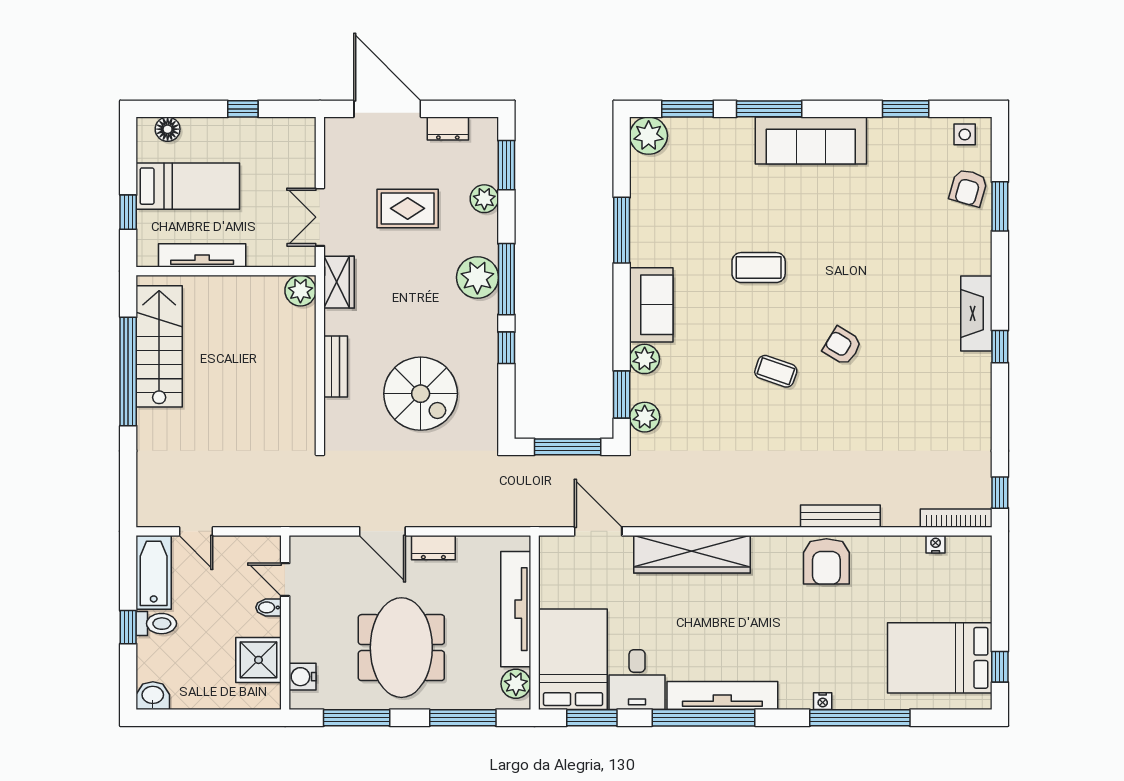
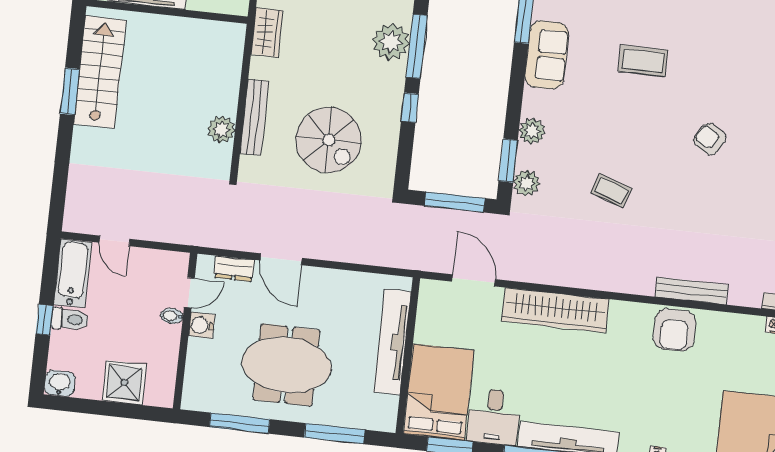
plant: (300, 291) -> (221, 130), moved
sofa: (651, 305) -> (547, 55), moved
bench: (336, 367) -> (254, 117), width x1.36
coffee table: (776, 371) -> (611, 191), moved
window: (128, 372) -> (70, 91), width x0.47
dresser: (433, 548) -> (234, 269), moved
door: (285, 580) -> (189, 293), swing flipped
meeting table: (401, 648) -> (286, 365), turned 90
shower: (258, 660) -> (124, 383), moved
water cooler: (303, 677) -> (202, 325), moved
plant: (516, 684) -> (385, 408), removed

